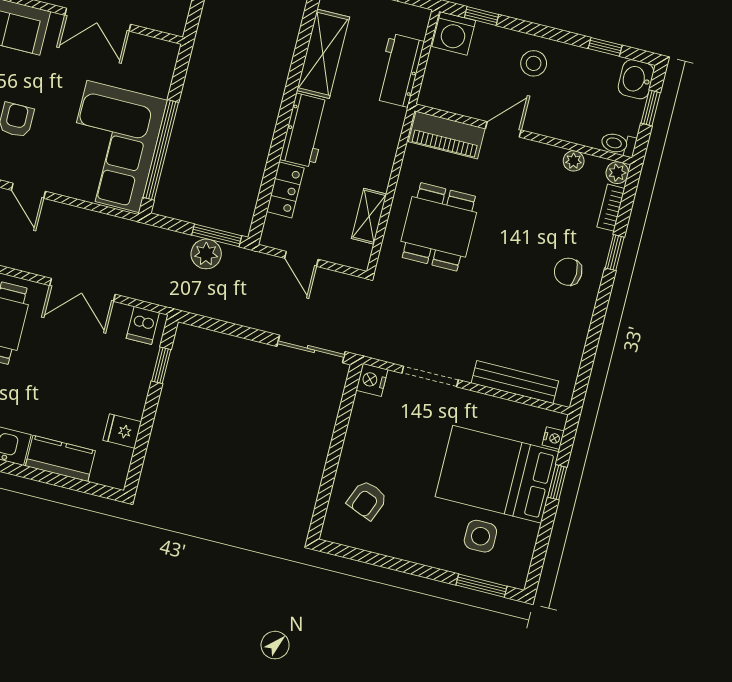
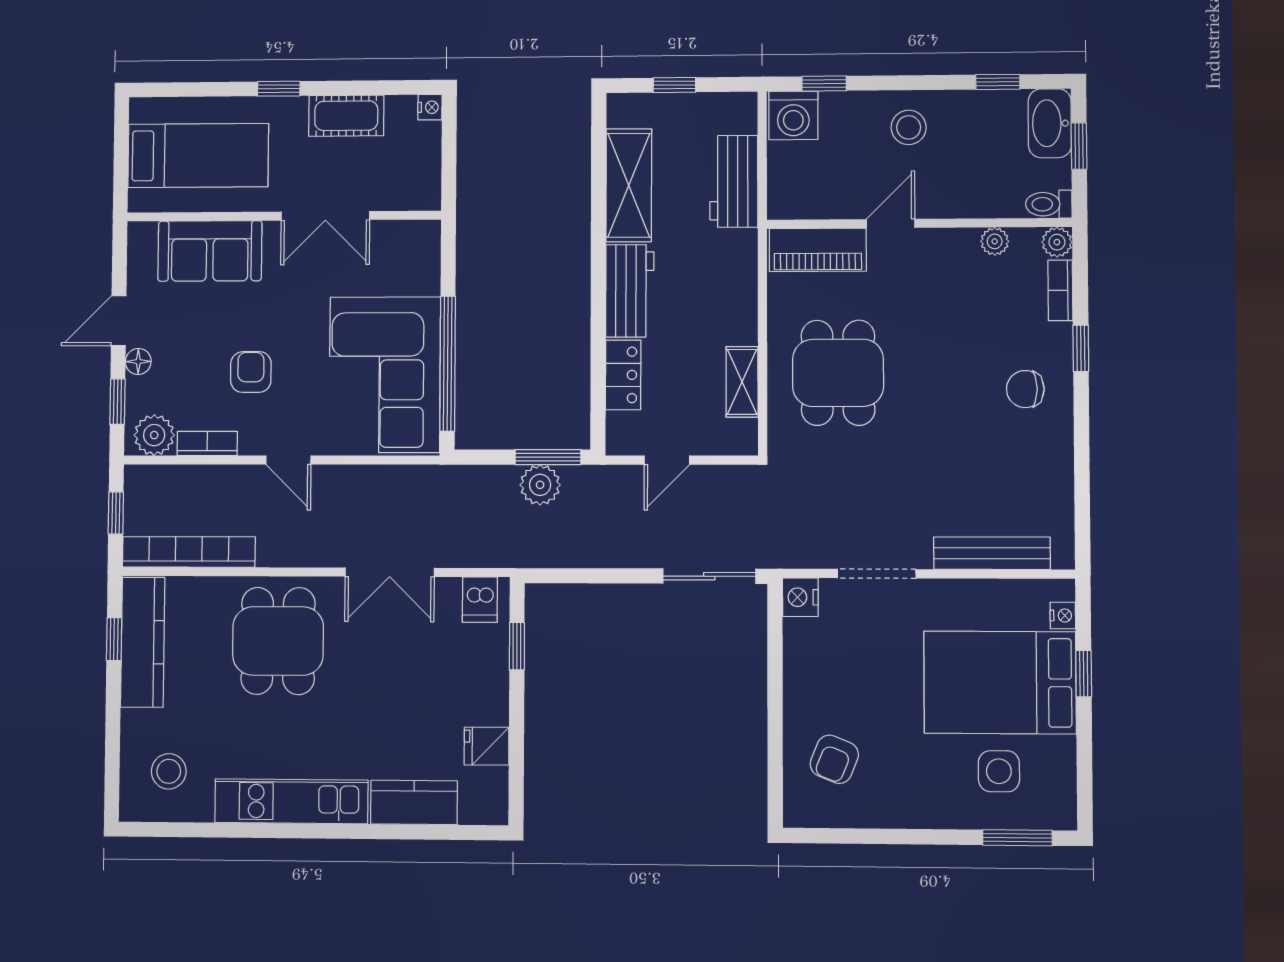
washbasin: (636, 79) -> (1050, 123), width x1.38
door: (301, 259) -> (667, 460), hinge flipped

